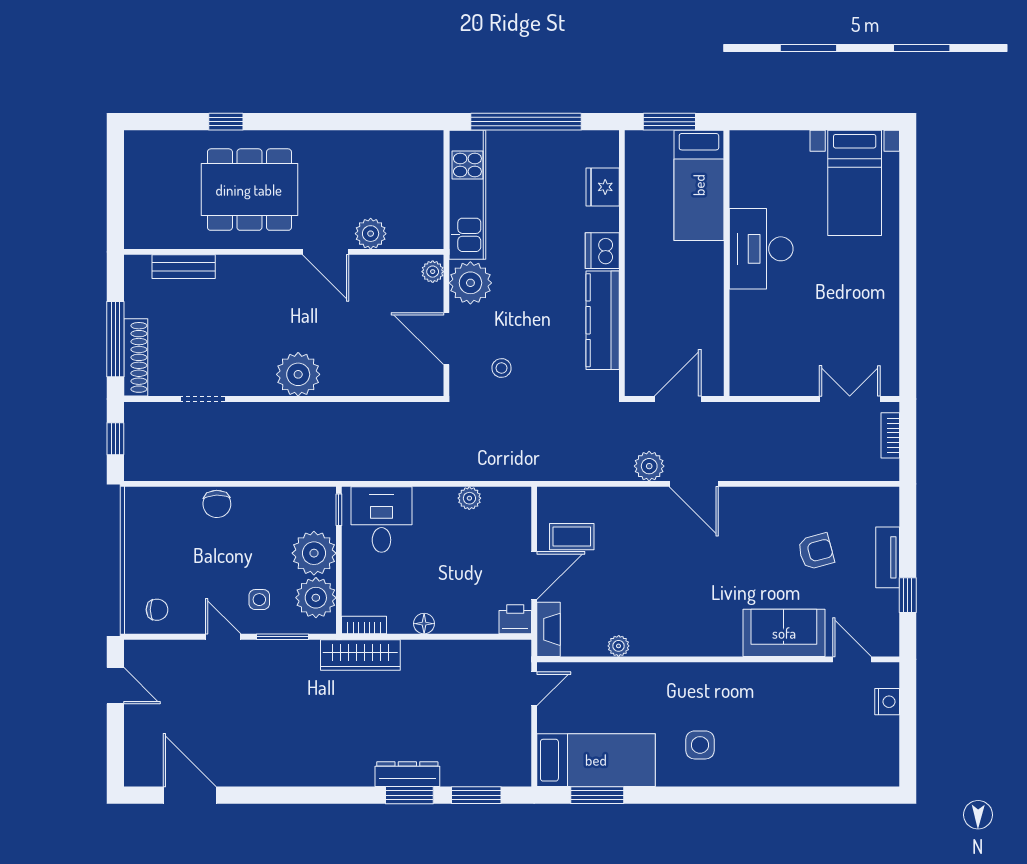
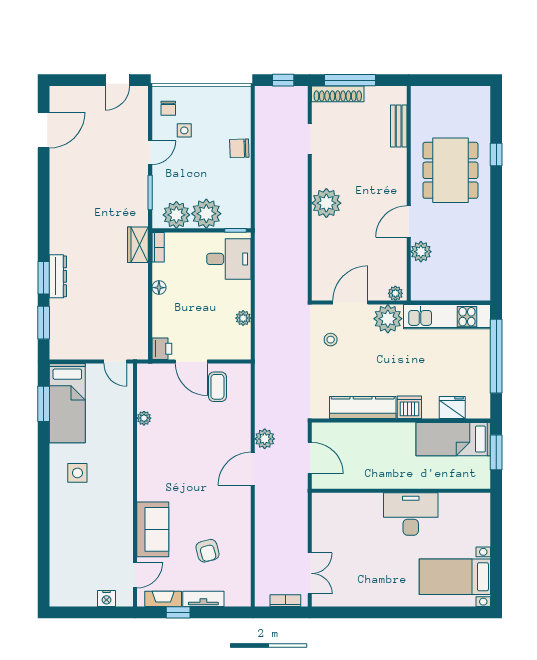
bed: (699, 185) -> (453, 439), moved
side table: (259, 600) -> (184, 130), moved
fireplace: (549, 629) -> (163, 599), moved, turned 180
wardrobe: (360, 655) -> (138, 245), width x0.67

